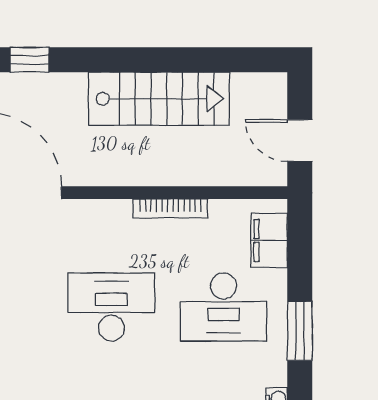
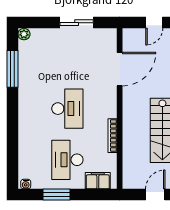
door: (300, 140) -> (155, 195), moved

